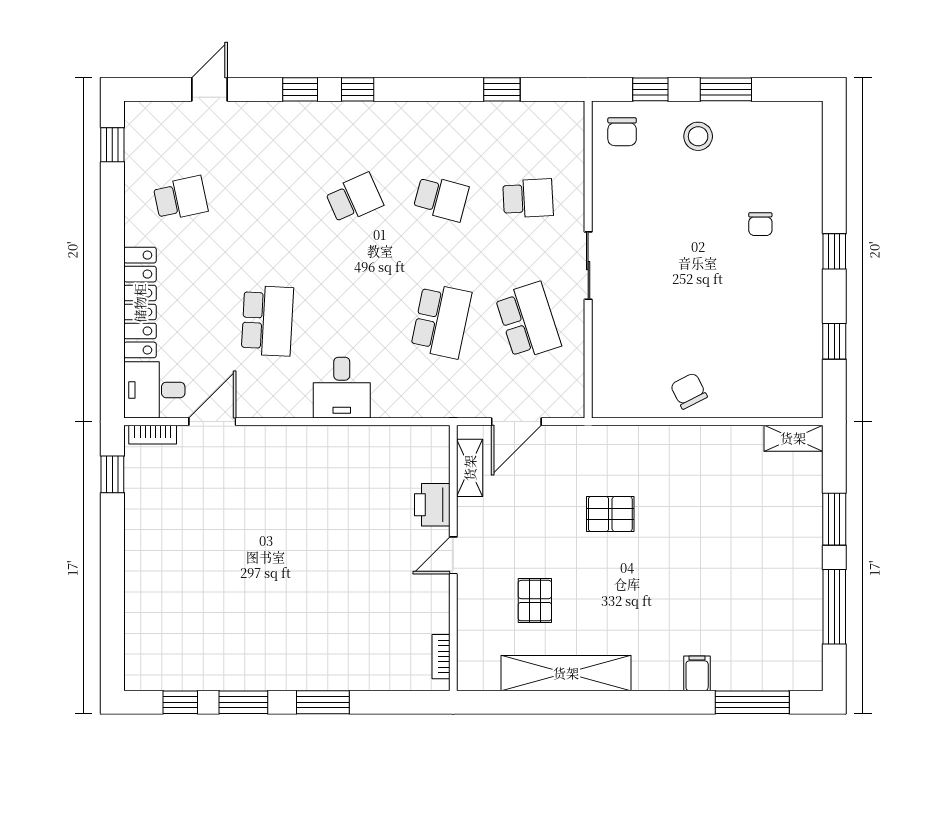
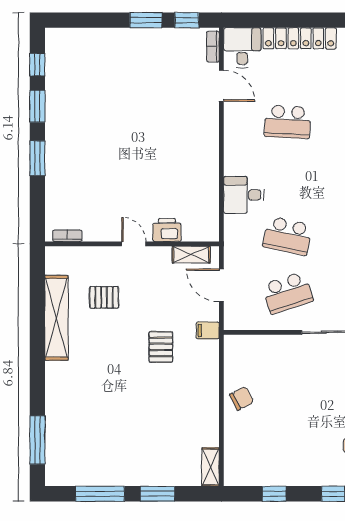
desk: (342, 388) -> (244, 195), moved
window: (112, 537) -> (146, 20), added
filing cabinet: (697, 673) -> (208, 330), moved, turned 180

